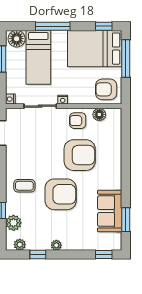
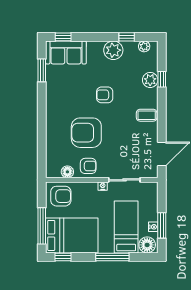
nightstand: (10, 99) -> (153, 227), moved
coffee table: (24, 186) -> (147, 115), moved
armchair: (61, 194) -> (105, 95), width x0.53, depth x0.53
sofa: (110, 211) -> (66, 52), moved, turned 90
plant: (13, 223) -> (150, 80), moved
plant: (56, 245) -> (113, 50), width x1.87, depth x1.87

